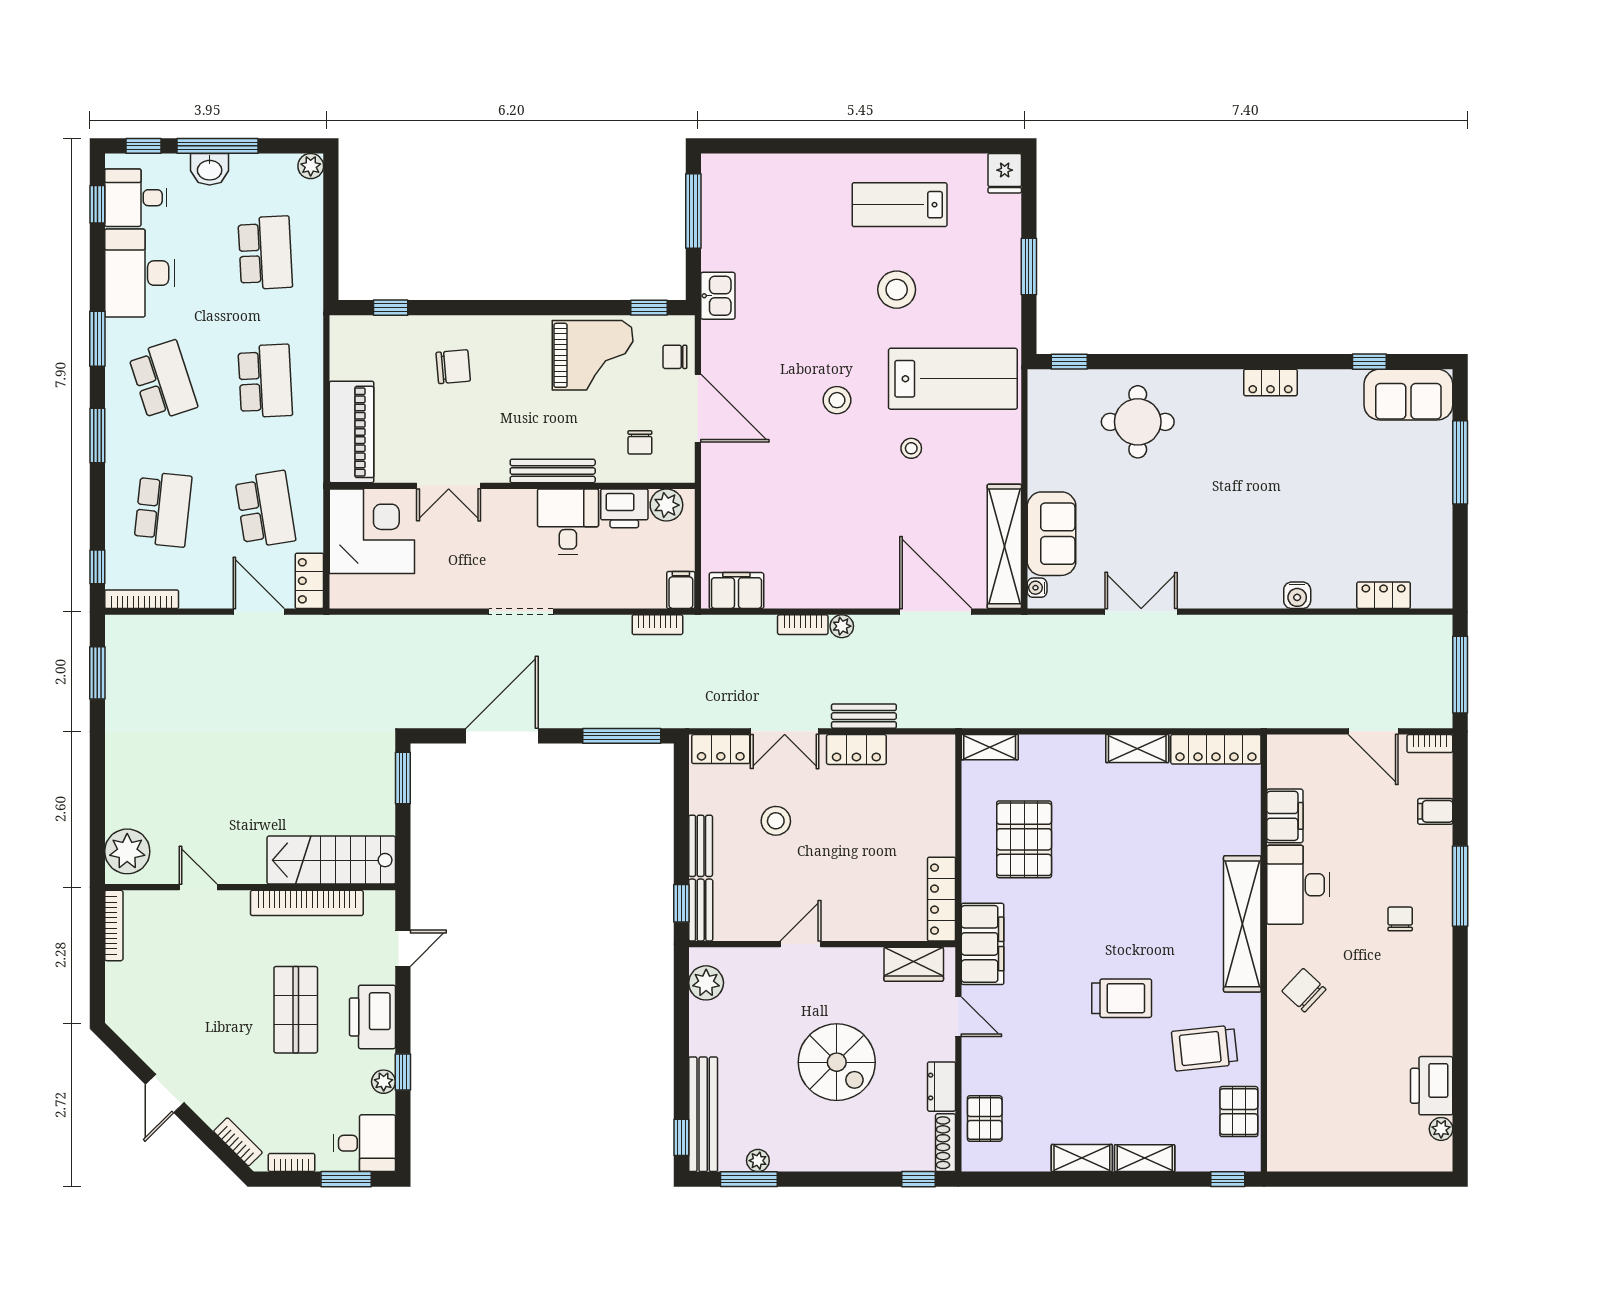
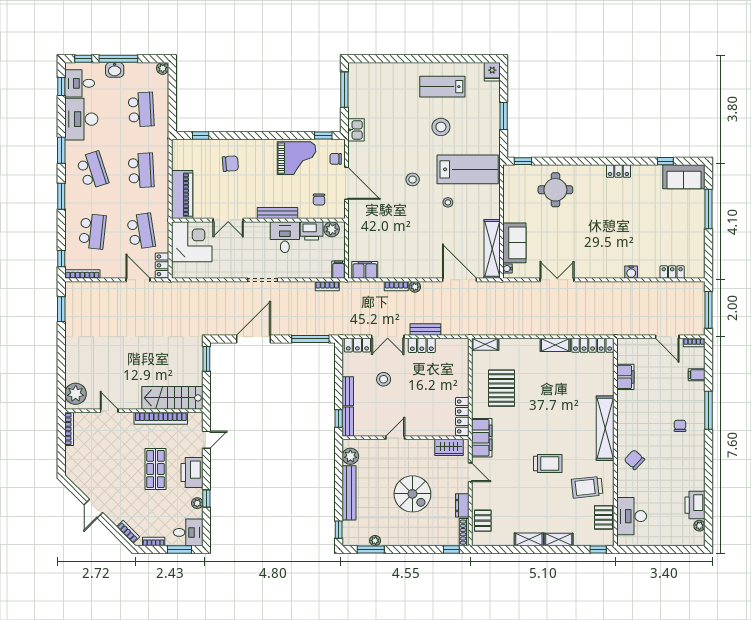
desk: (1298, 885) -> (632, 516), moved
bench: (703, 1114) -> (349, 493), moved

